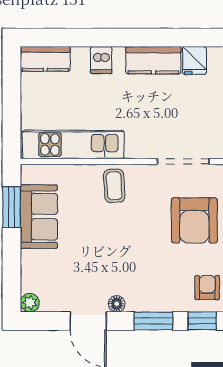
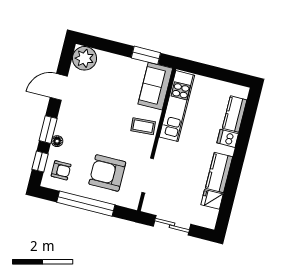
kitchen counter: (45, 59) -> (235, 114), moved
sofa: (39, 217) -> (155, 86), moved, turned 90
plant: (30, 303) -> (84, 58), width x1.88, depth x1.88
floor lamp: (117, 304) -> (57, 141), moved

